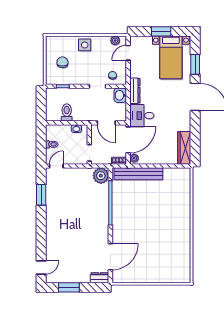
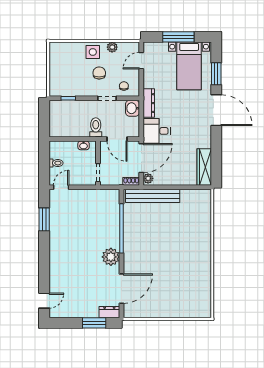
window: (161, 31) -> (178, 37), width x1.44
plant: (115, 41) -> (112, 47), moved
chair: (62, 62) -> (99, 73), moved
toilet: (67, 112) -> (96, 127), moved
plant: (101, 176) -> (111, 257), moved
window: (69, 287) -> (94, 323), moved

